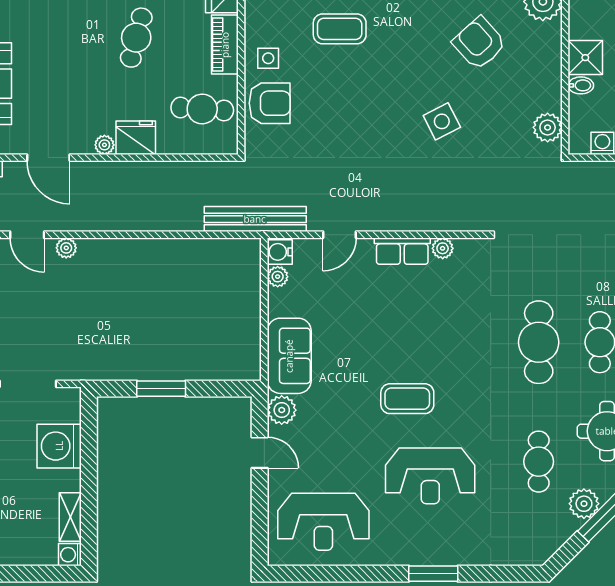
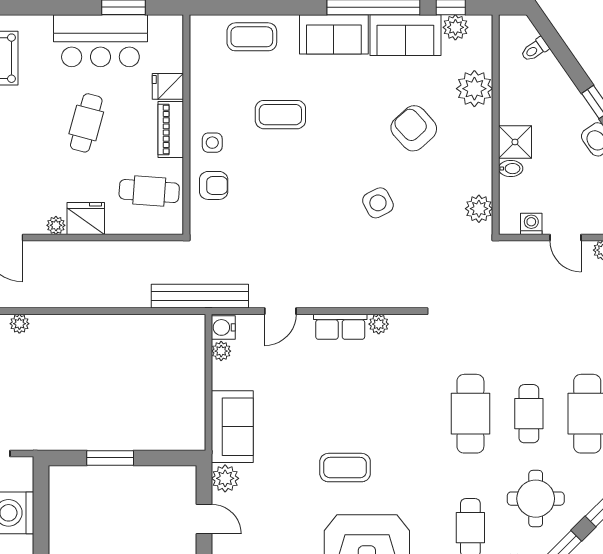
armchair: (270, 103) -> (214, 185), width x0.72, depth x0.72

